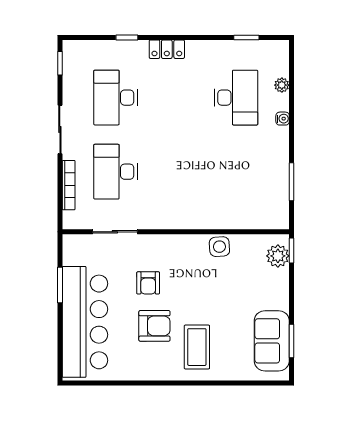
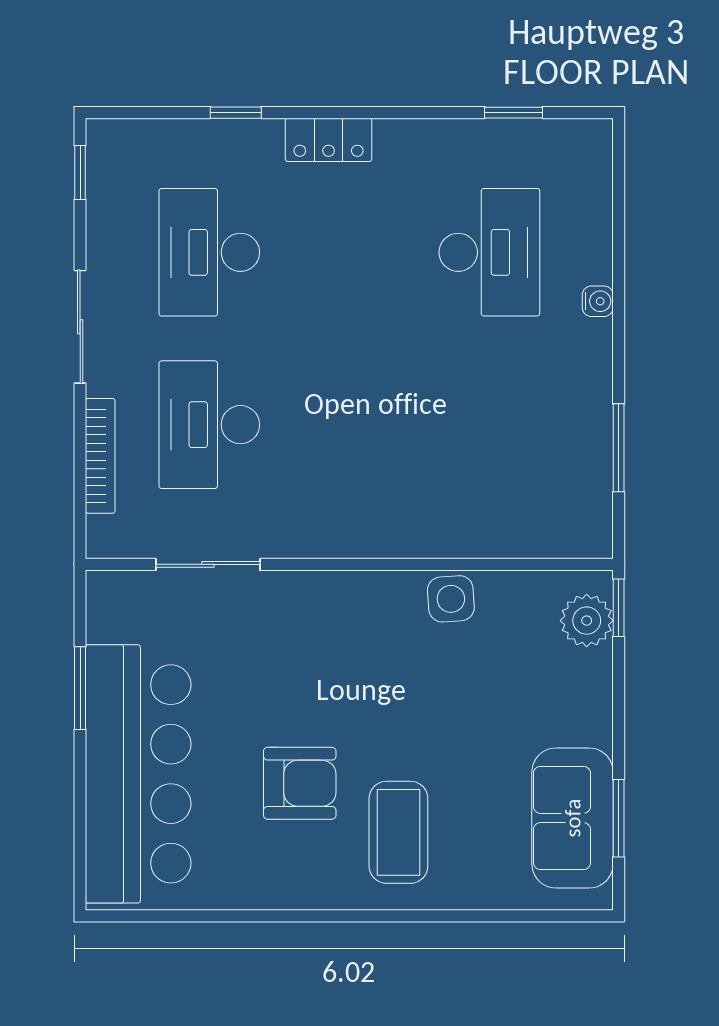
plant: (282, 85) -> (596, 223), removed
armchair: (148, 283) -> (285, 683), removed

